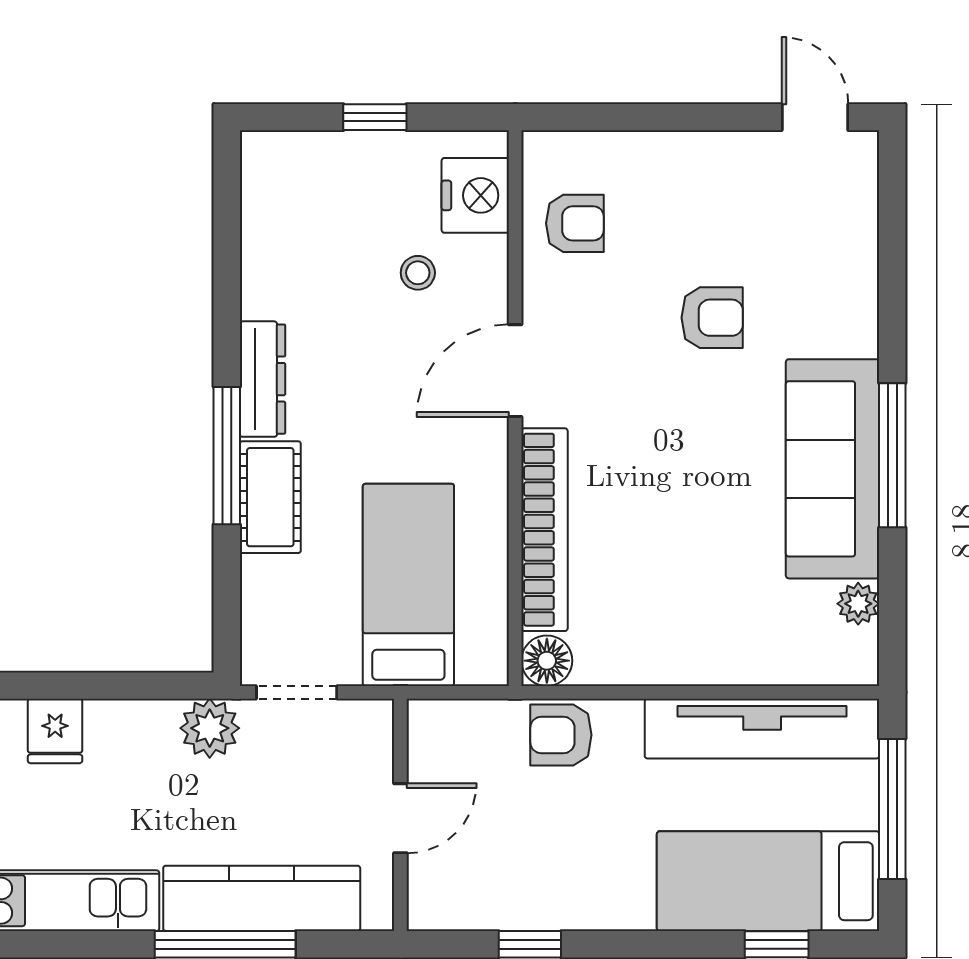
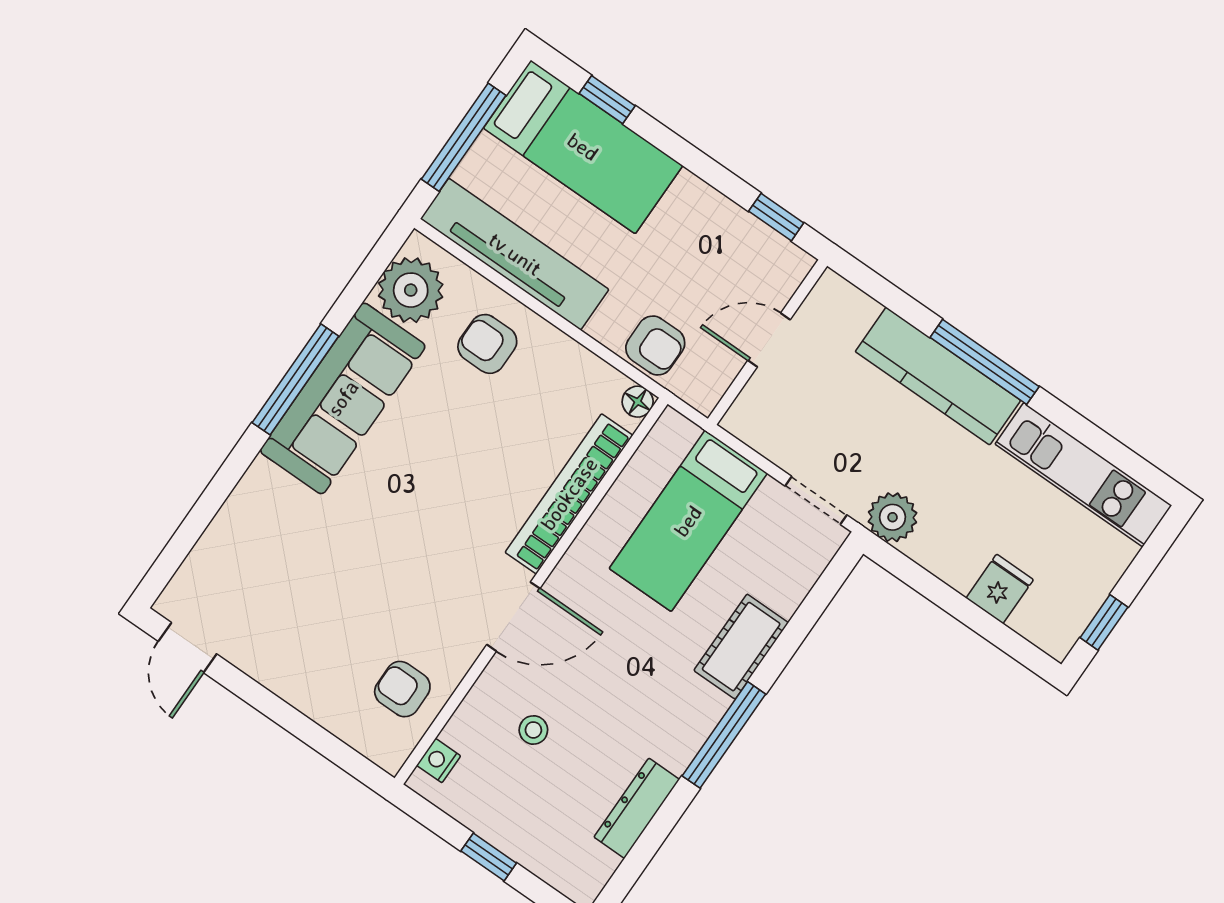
nightstand: (475, 195) -> (439, 761), width x0.53, depth x0.56
armchair: (712, 318) -> (487, 344), moved
dresser: (262, 379) -> (637, 808), moved
window: (227, 456) -> (724, 735), moved
plant: (858, 604) -> (411, 290), width x1.88, depth x1.88
floor lamp: (547, 661) -> (638, 402), width x0.73, depth x0.73
wall: (400, 815) -> (767, 342), moved
door: (400, 818) -> (769, 340), moved

